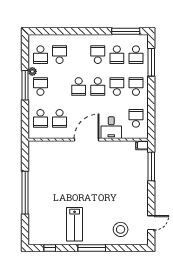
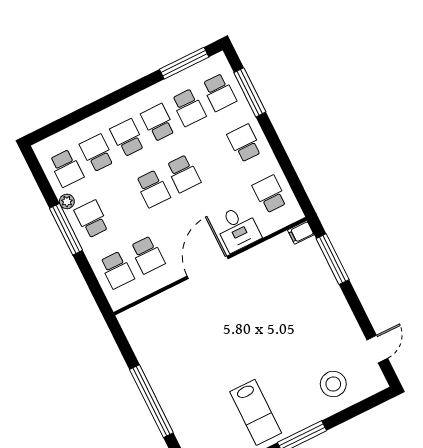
school desk: (117, 87) -> (128, 138), moved

